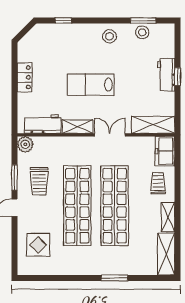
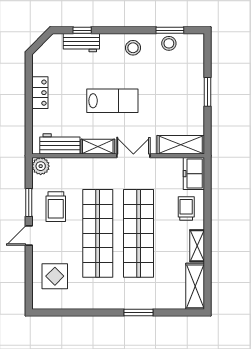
workbench: (166, 75) -> (81, 43), moved, turned -90
window: (177, 77) -> (207, 92), width x1.50
lab bench: (91, 85) -> (112, 101), turned 180

